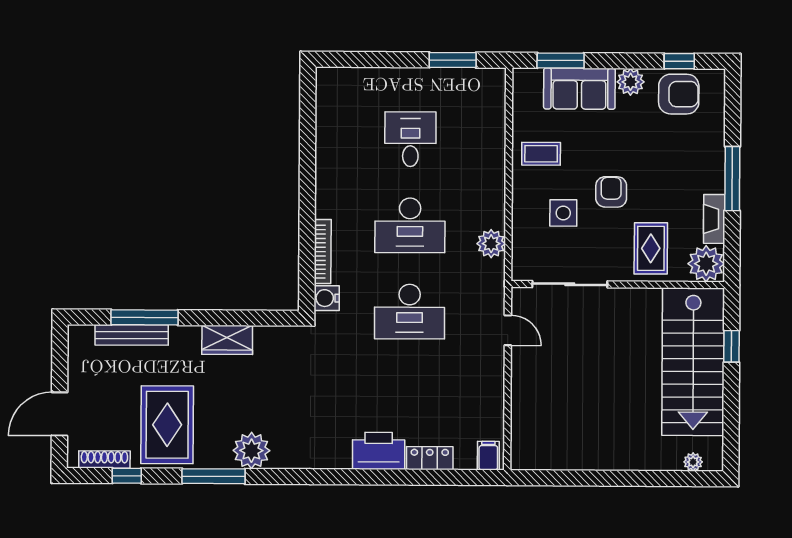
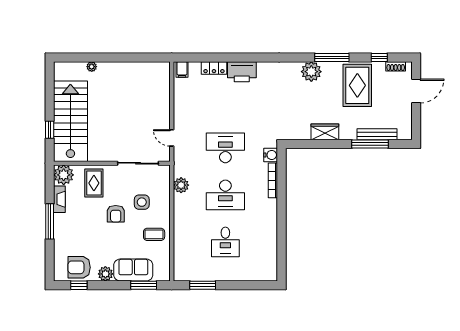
desk: (410, 225) -> (225, 195), turned 180
shoe rack: (104, 459) -> (396, 66), width x0.70
plant: (693, 462) -> (92, 67), moved

